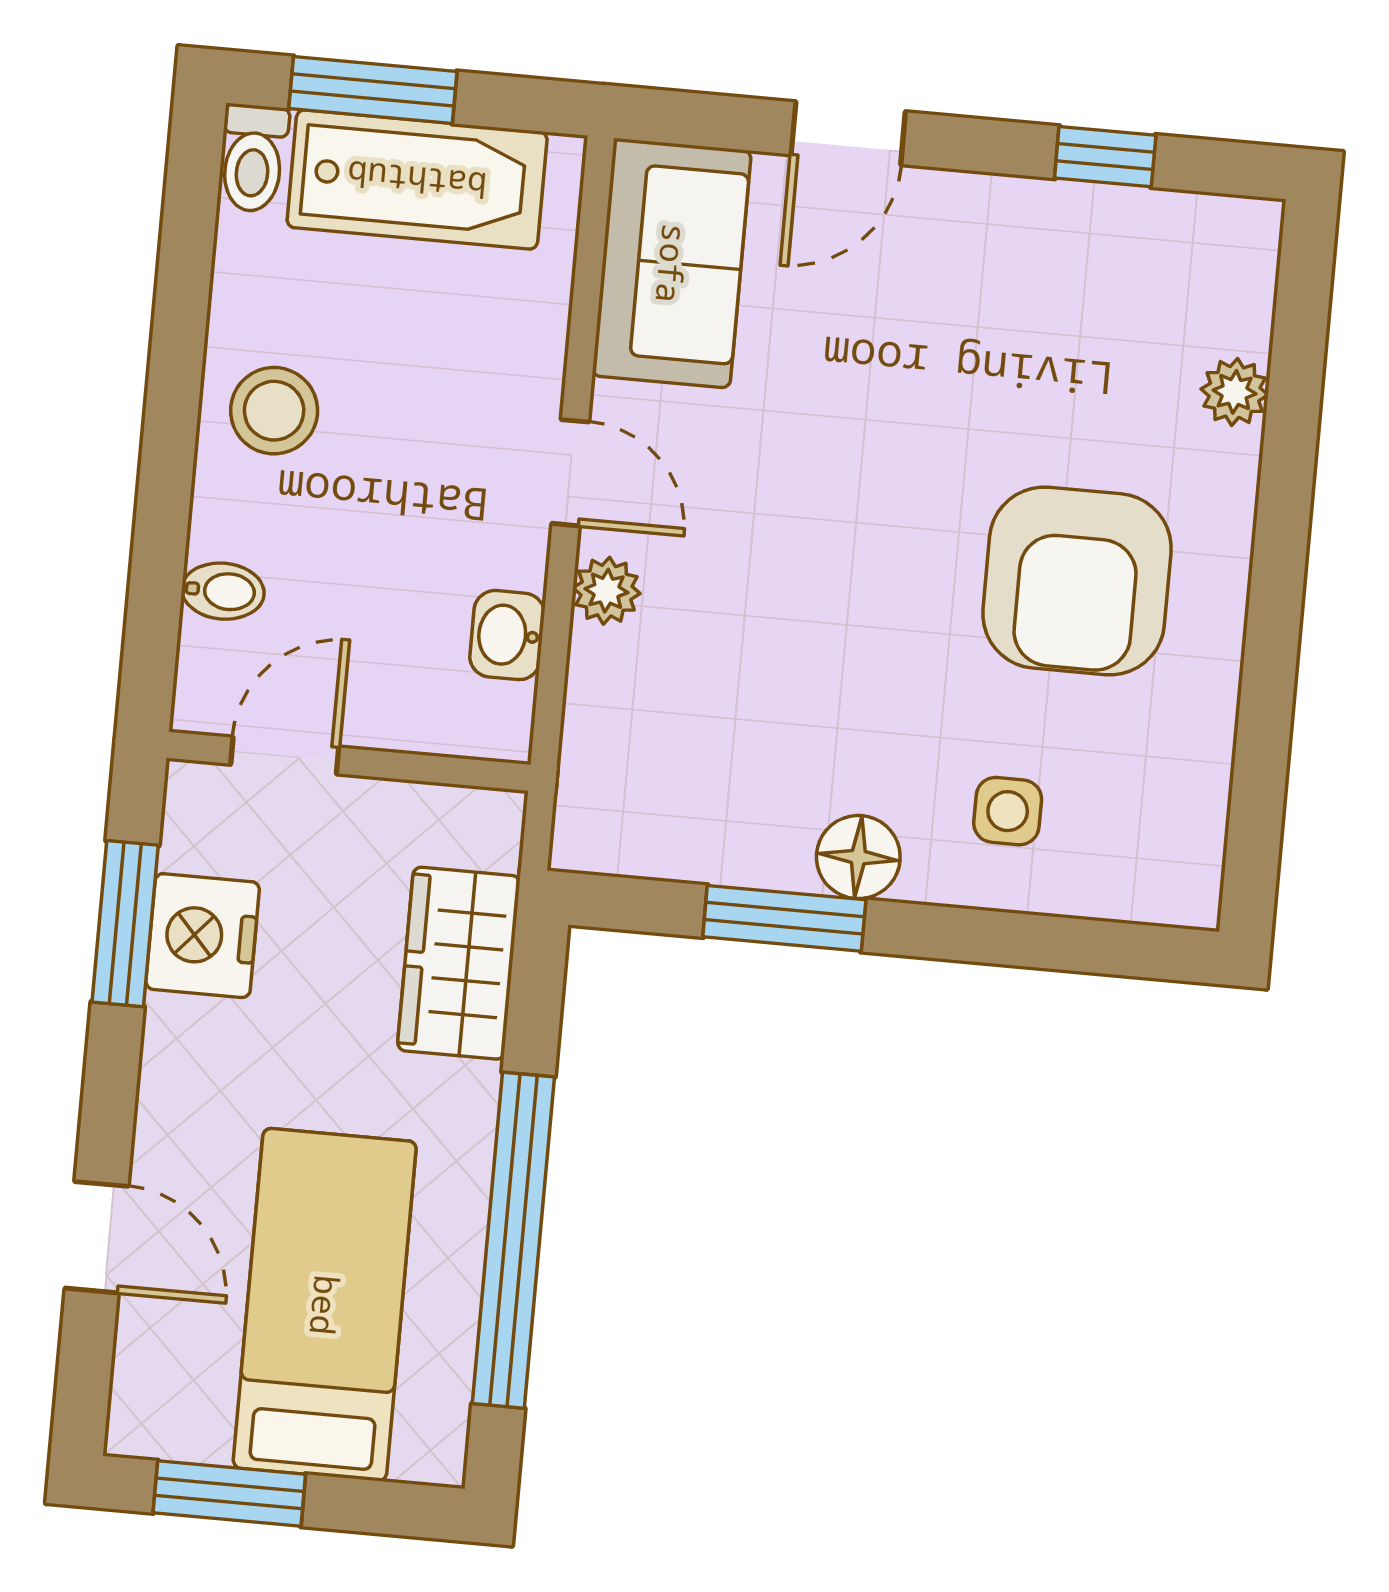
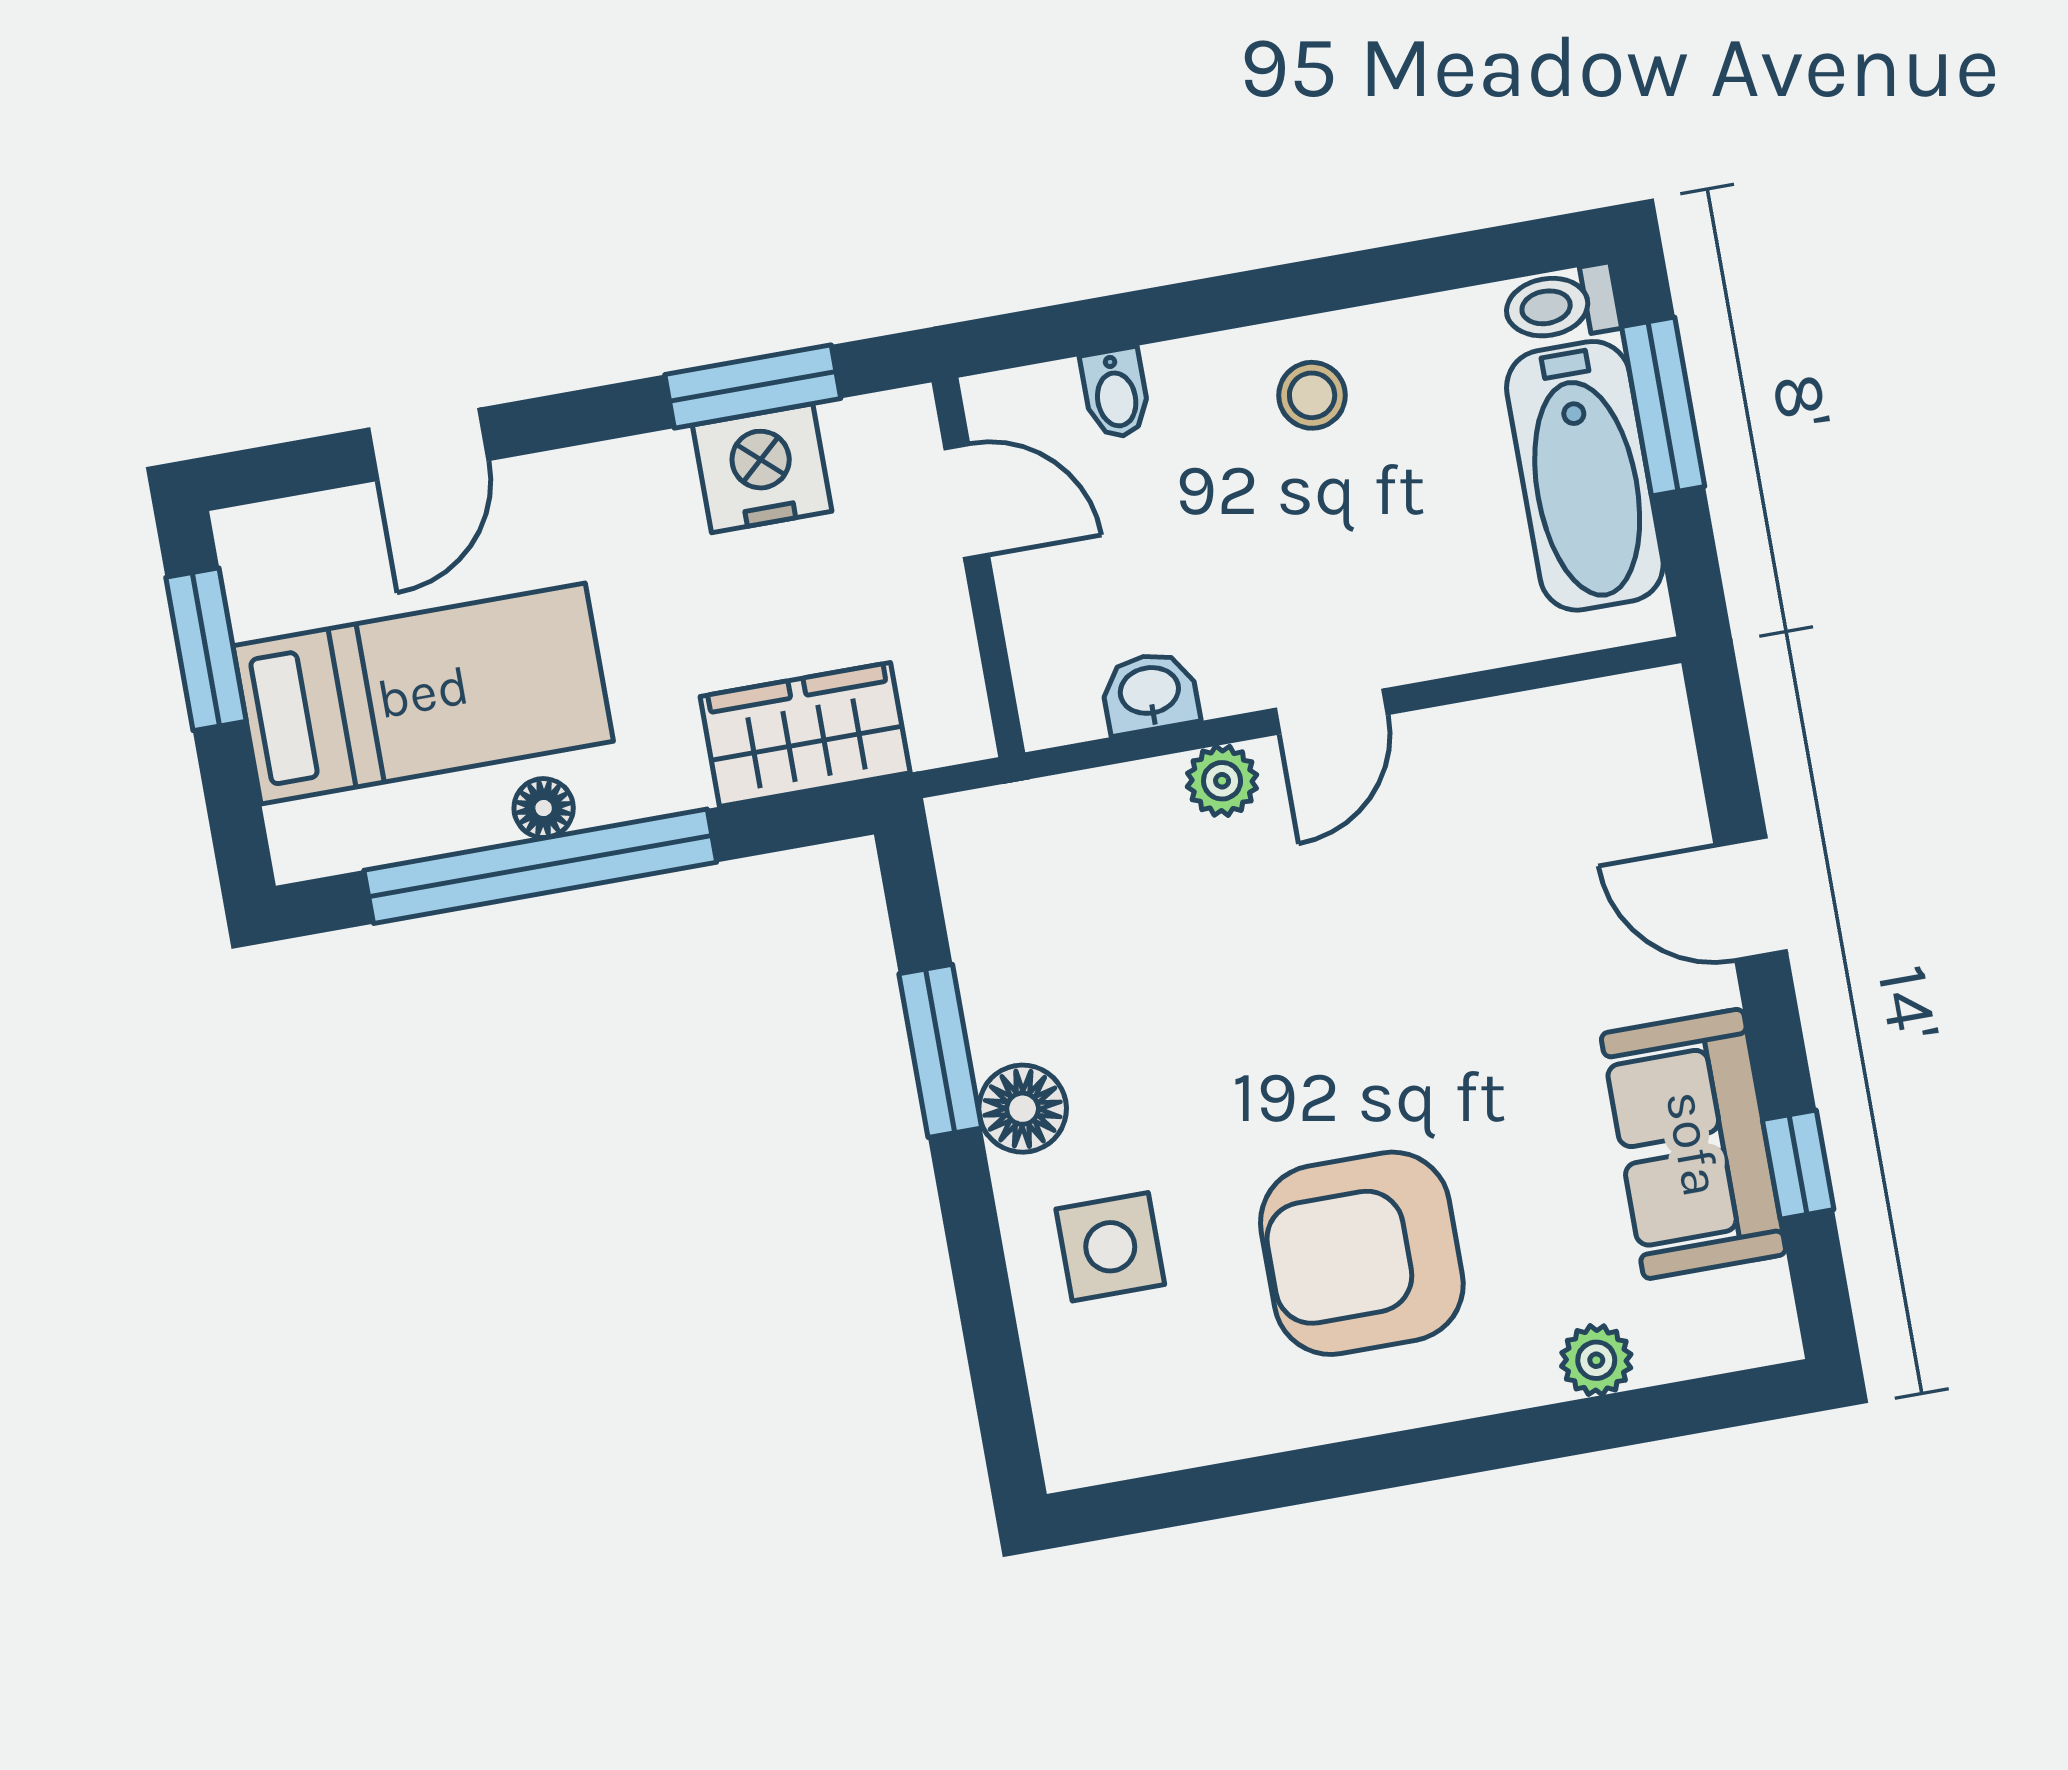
sofa: (672, 263) -> (1693, 1144), moved, turned 90
stool: (274, 411) -> (1312, 395), width x0.73, depth x0.73
side table: (1008, 811) -> (1110, 1247), width x1.37, depth x1.37
floor lamp: (461, 1223) -> (544, 808), added

